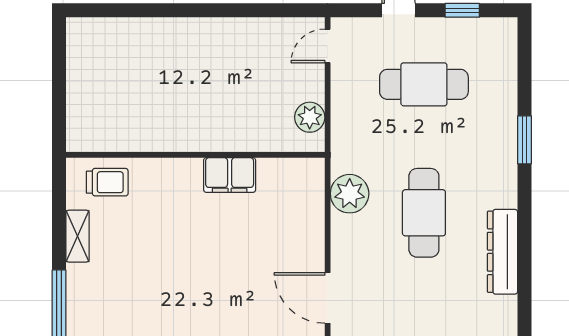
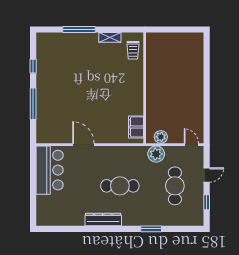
filing cabinet: (230, 175) -> (136, 127), moved
plant: (350, 194) -> (156, 154), moved
door: (328, 298) -> (83, 145), hinge flipped

